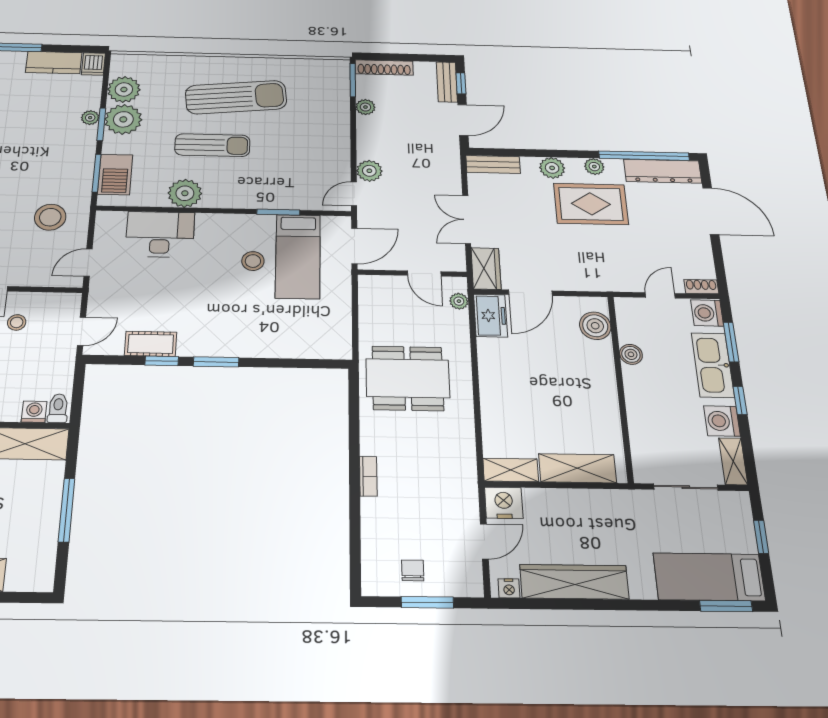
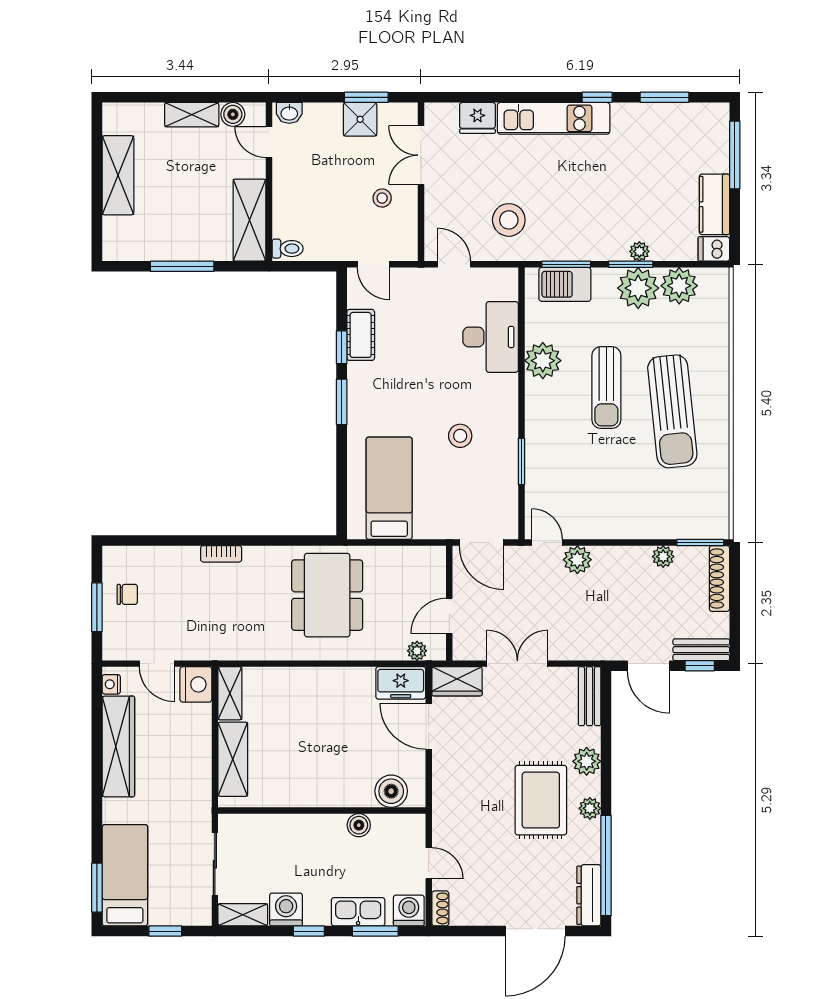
dresser: (663, 171) -> (589, 895), width x0.73, depth x0.80
bed: (298, 256) -> (389, 488), moved, turned 90
kitchen sink: (713, 365) -> (358, 912), width x0.73, depth x0.81
washing machine: (34, 412) -> (283, 226), removed

